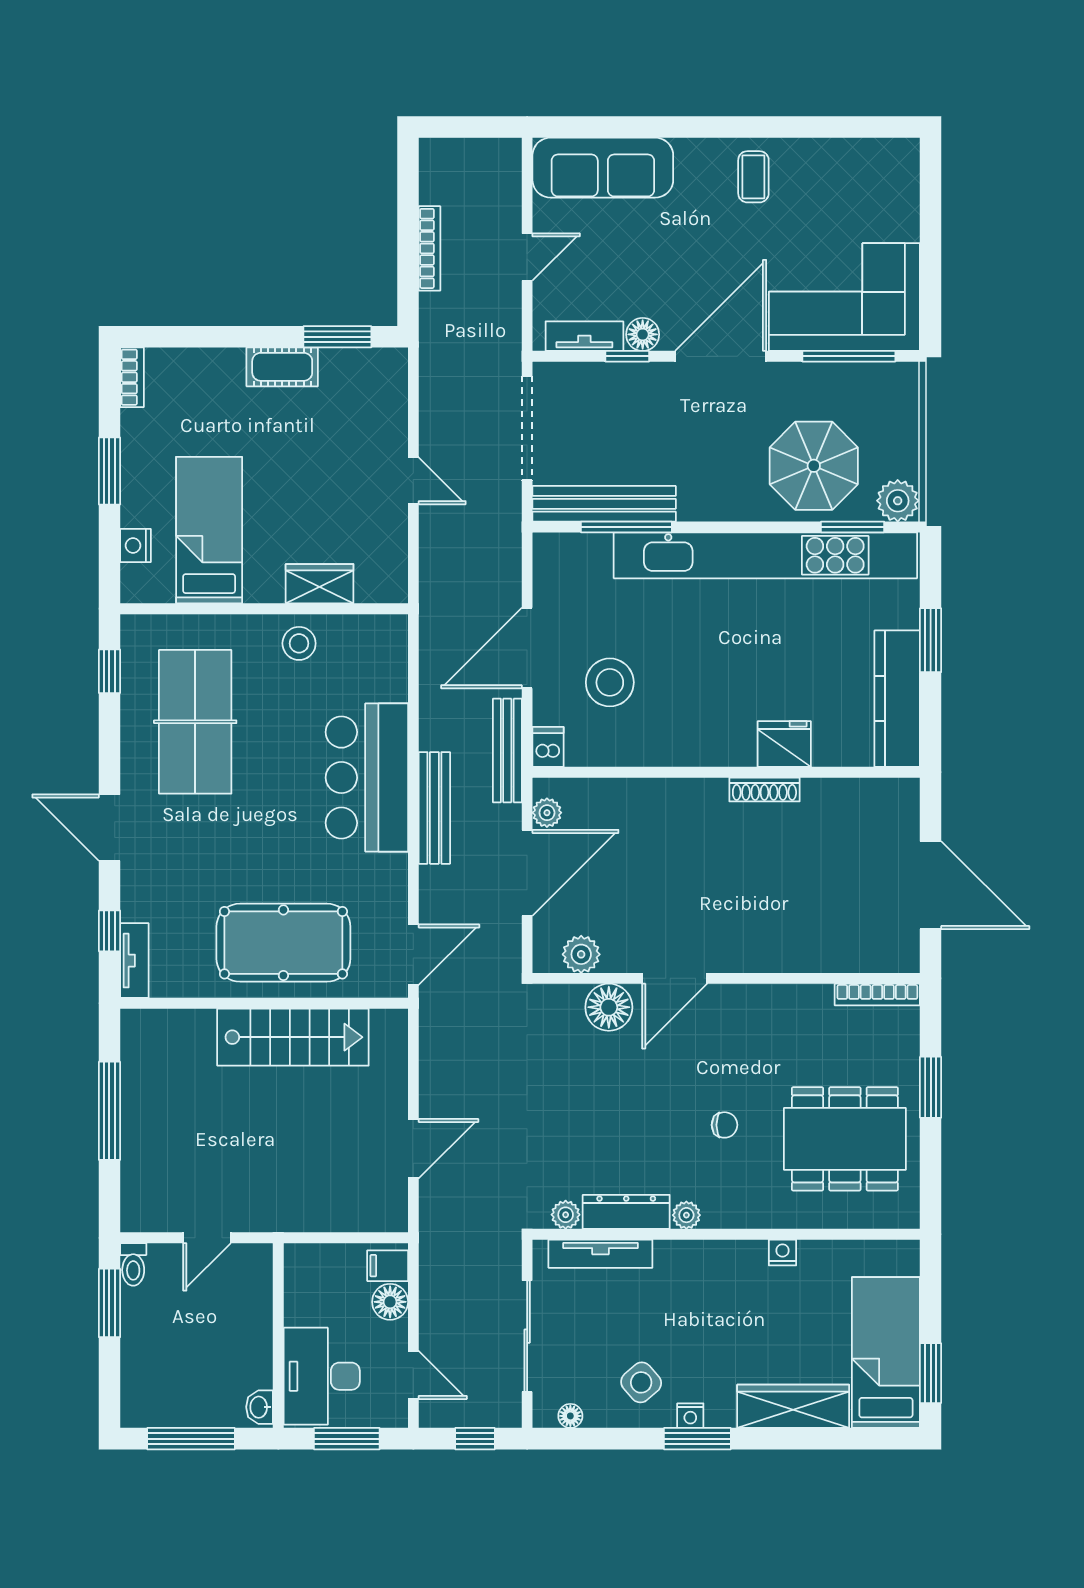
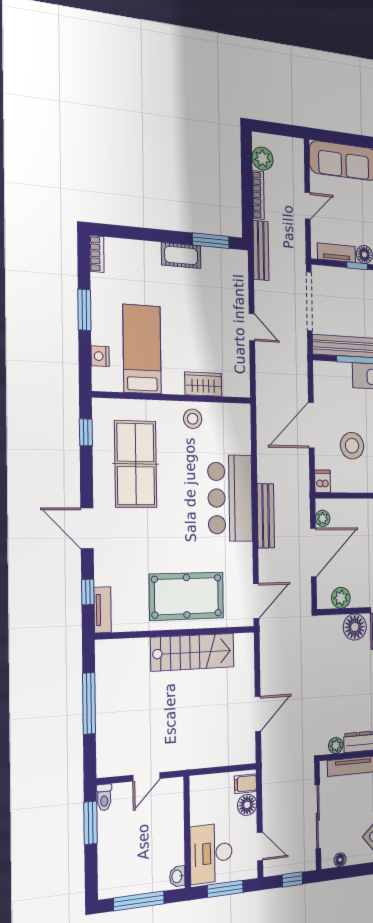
plant: (439, 183) -> (262, 159), added
bench: (507, 750) -> (261, 250), moved

